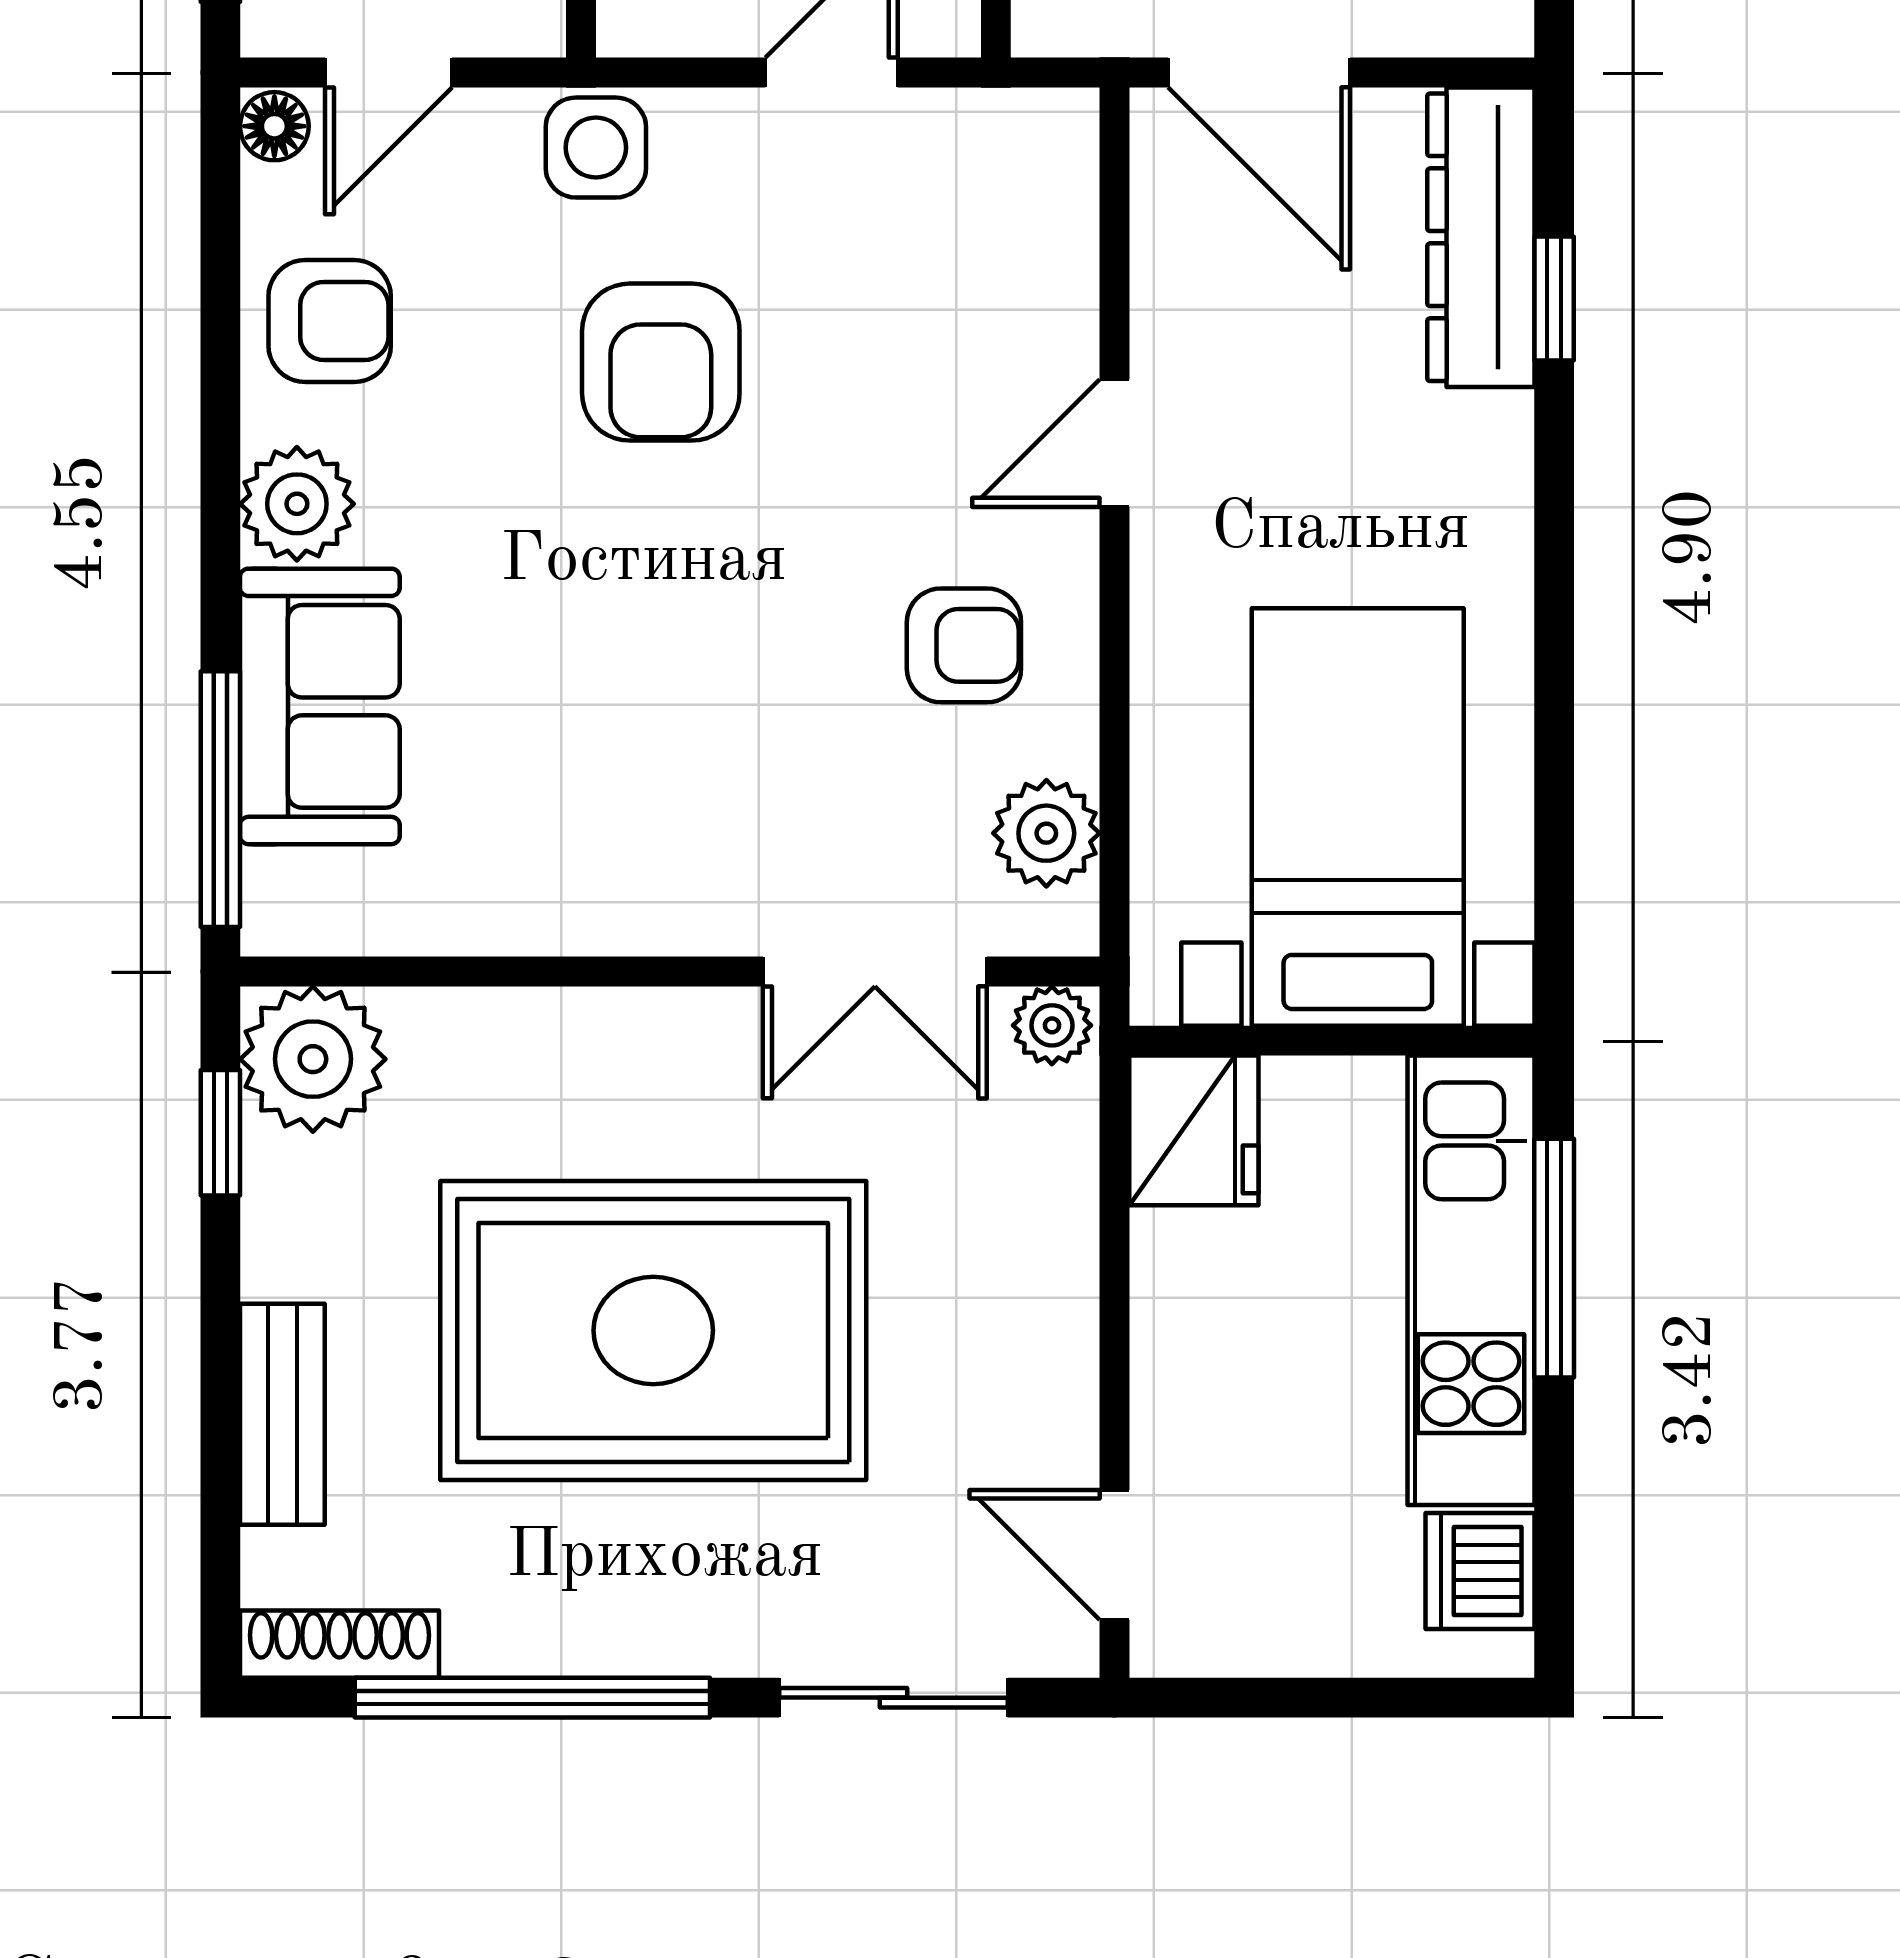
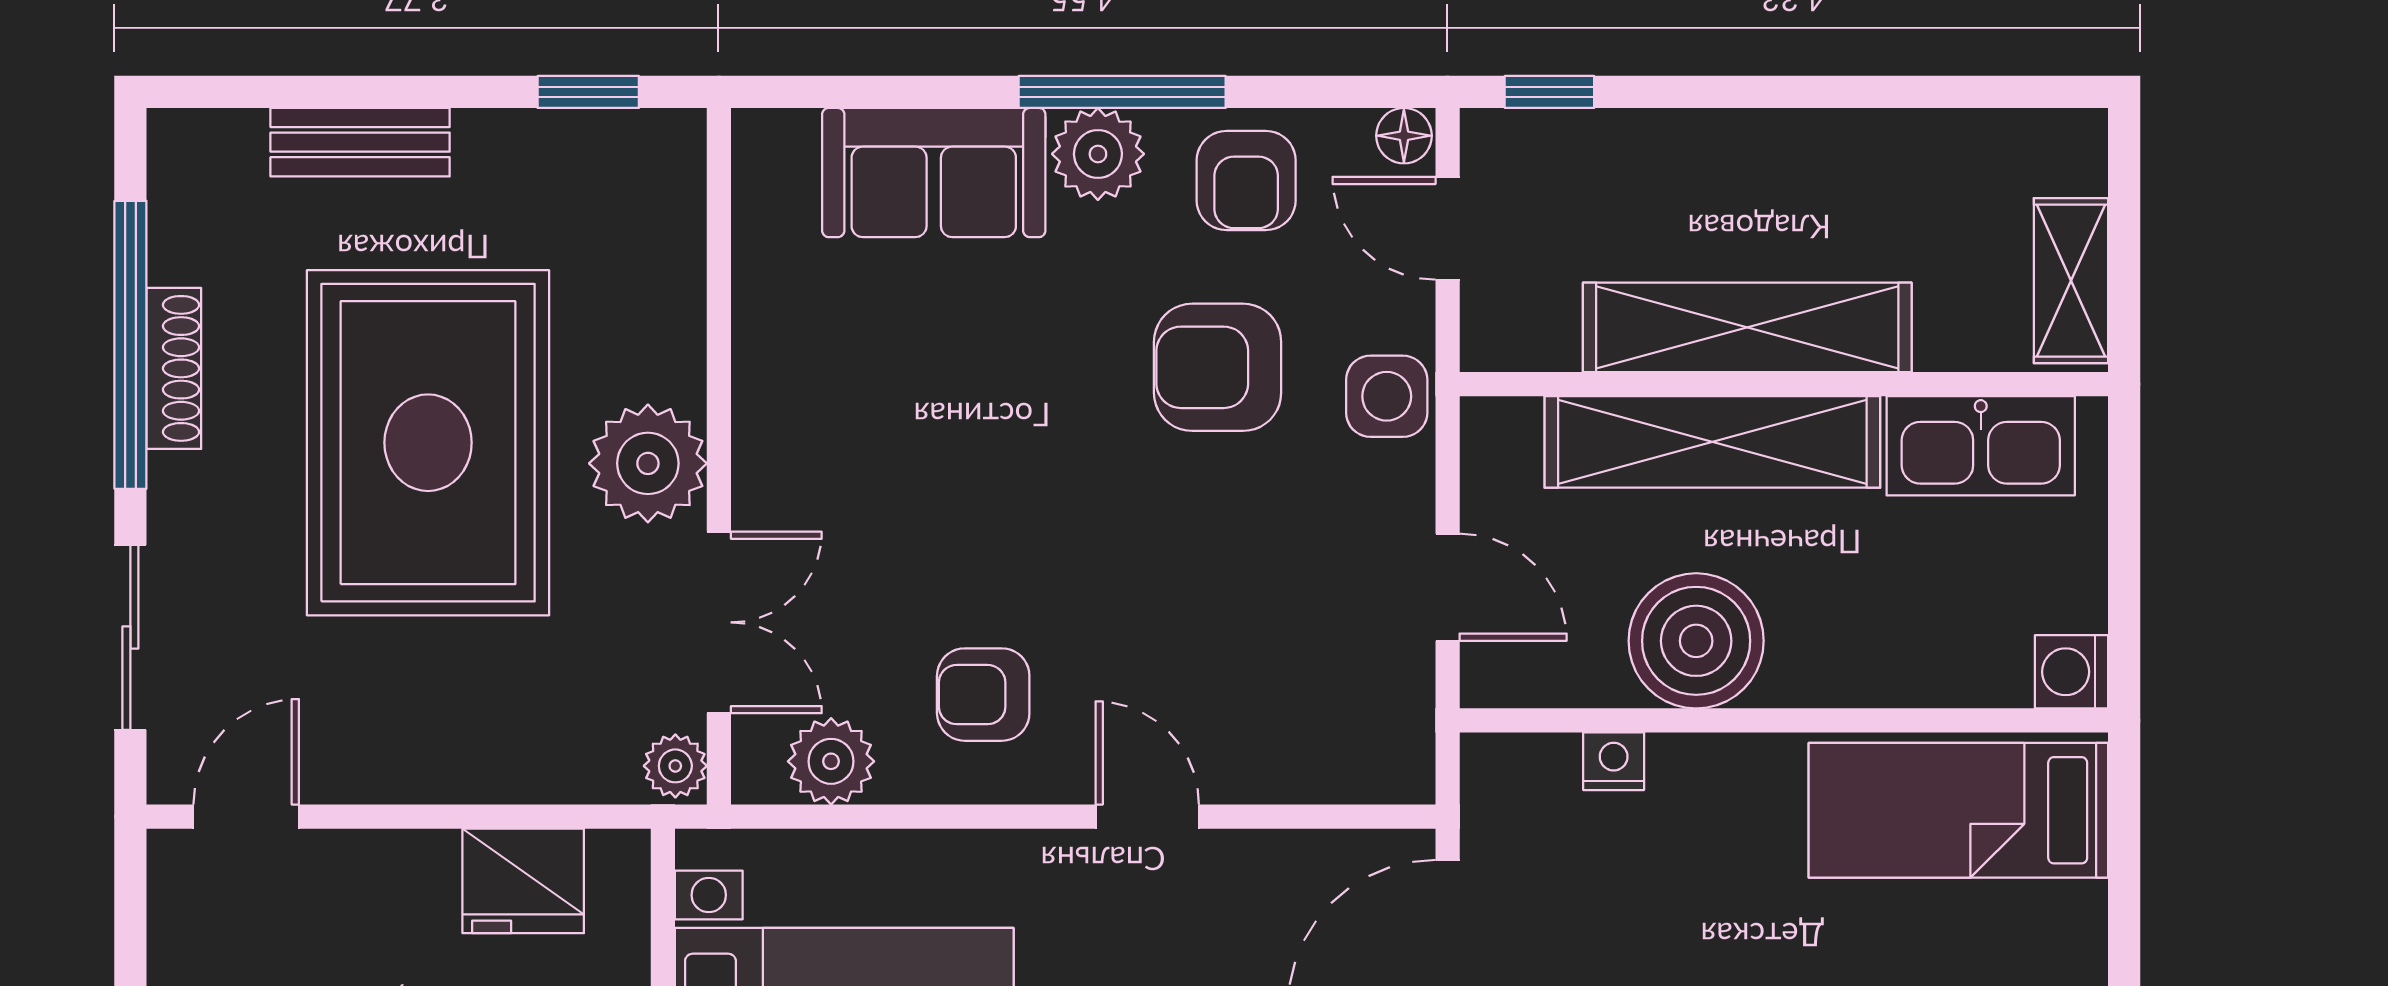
armchair: (661, 362) -> (1218, 367), moved
armchair: (964, 645) -> (983, 695), turned 90
window: (220, 799) -> (1122, 92), moved
double door: (875, 971) -> (719, 622), swing flipped
plant: (313, 1059) -> (648, 463), moved
fridge: (1194, 1130) -> (523, 881), moved
shoe rack: (339, 1644) -> (174, 368), moved

